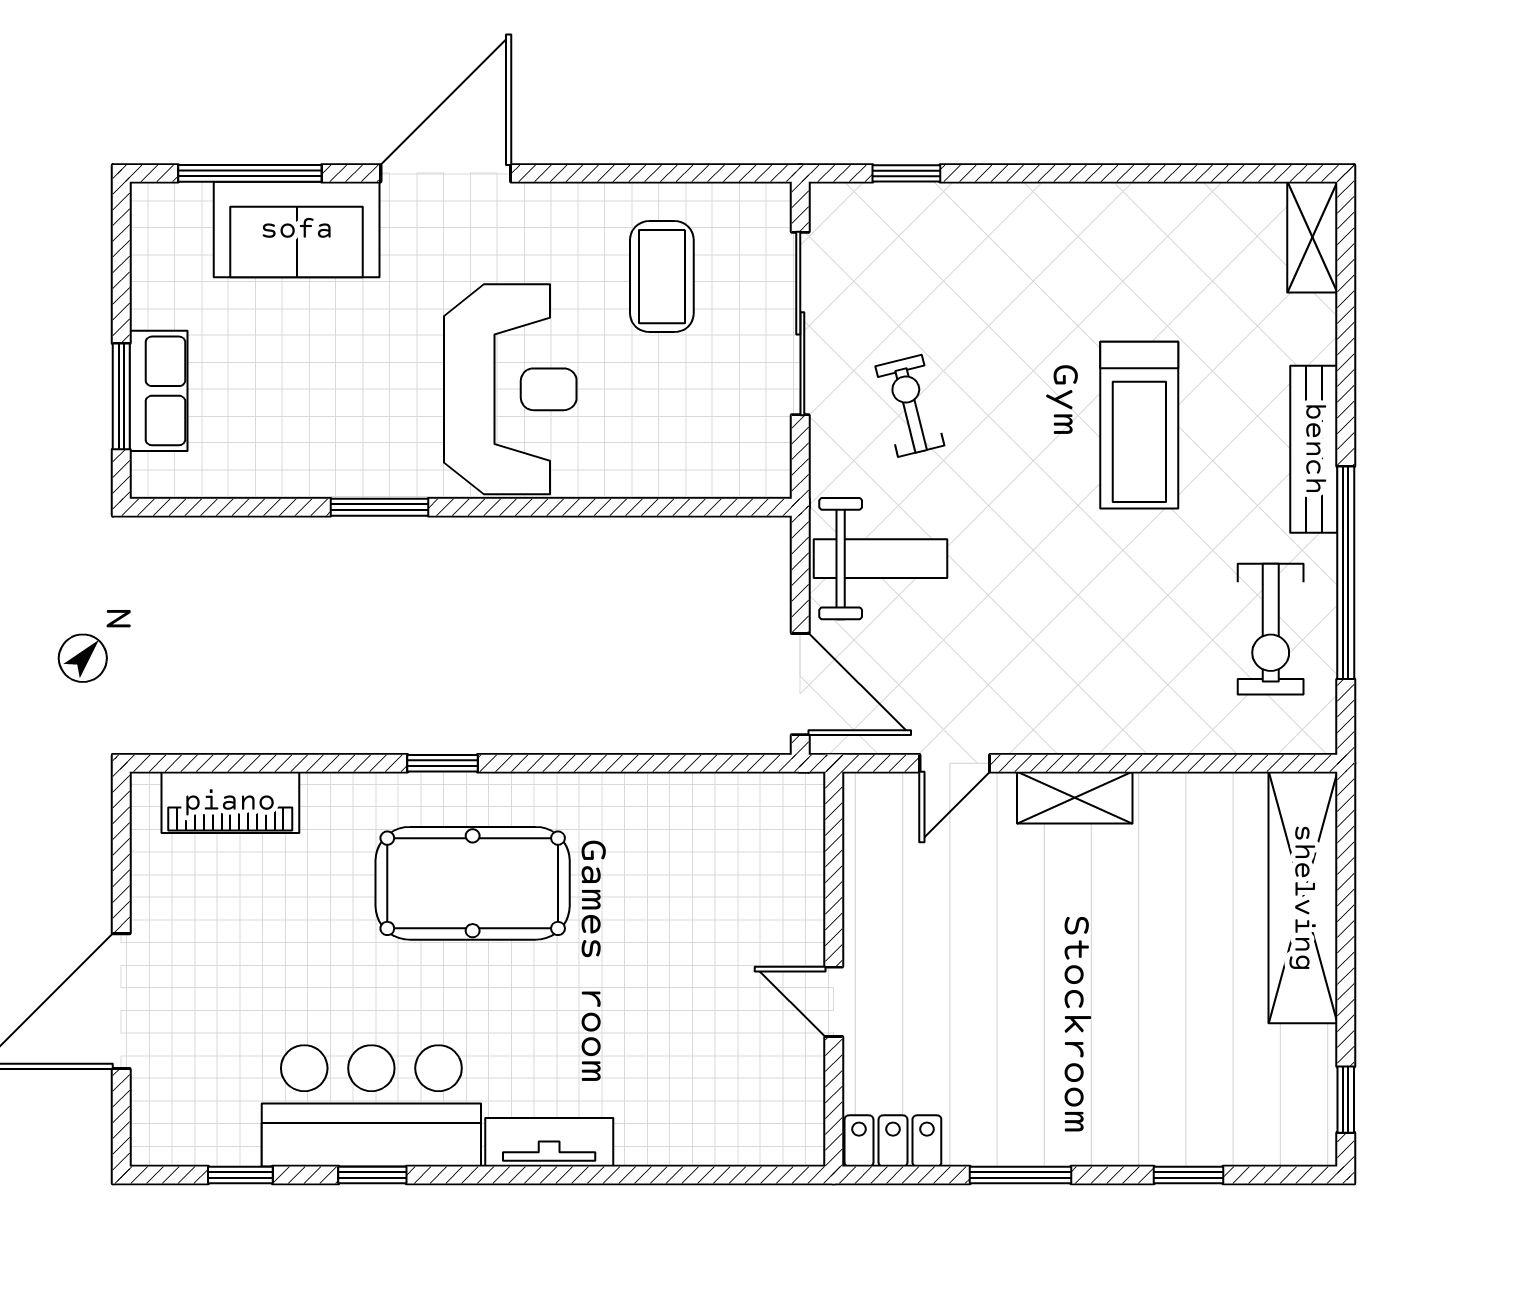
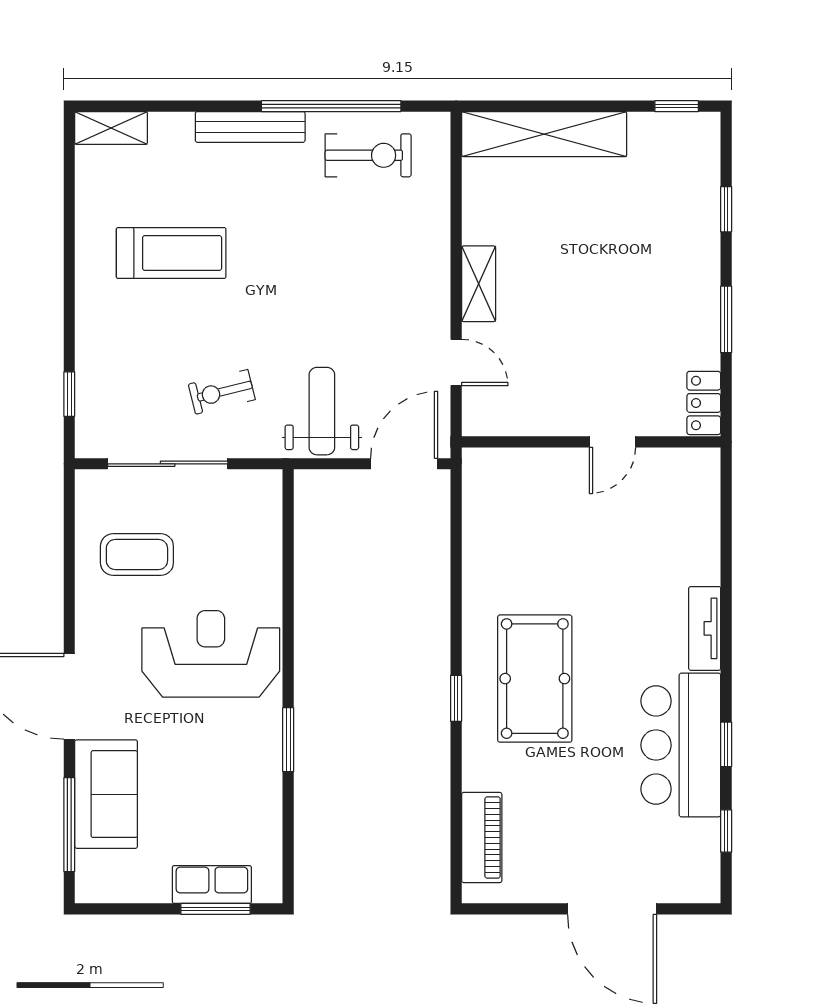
treadmill: (1139, 425) -> (171, 253), moved

